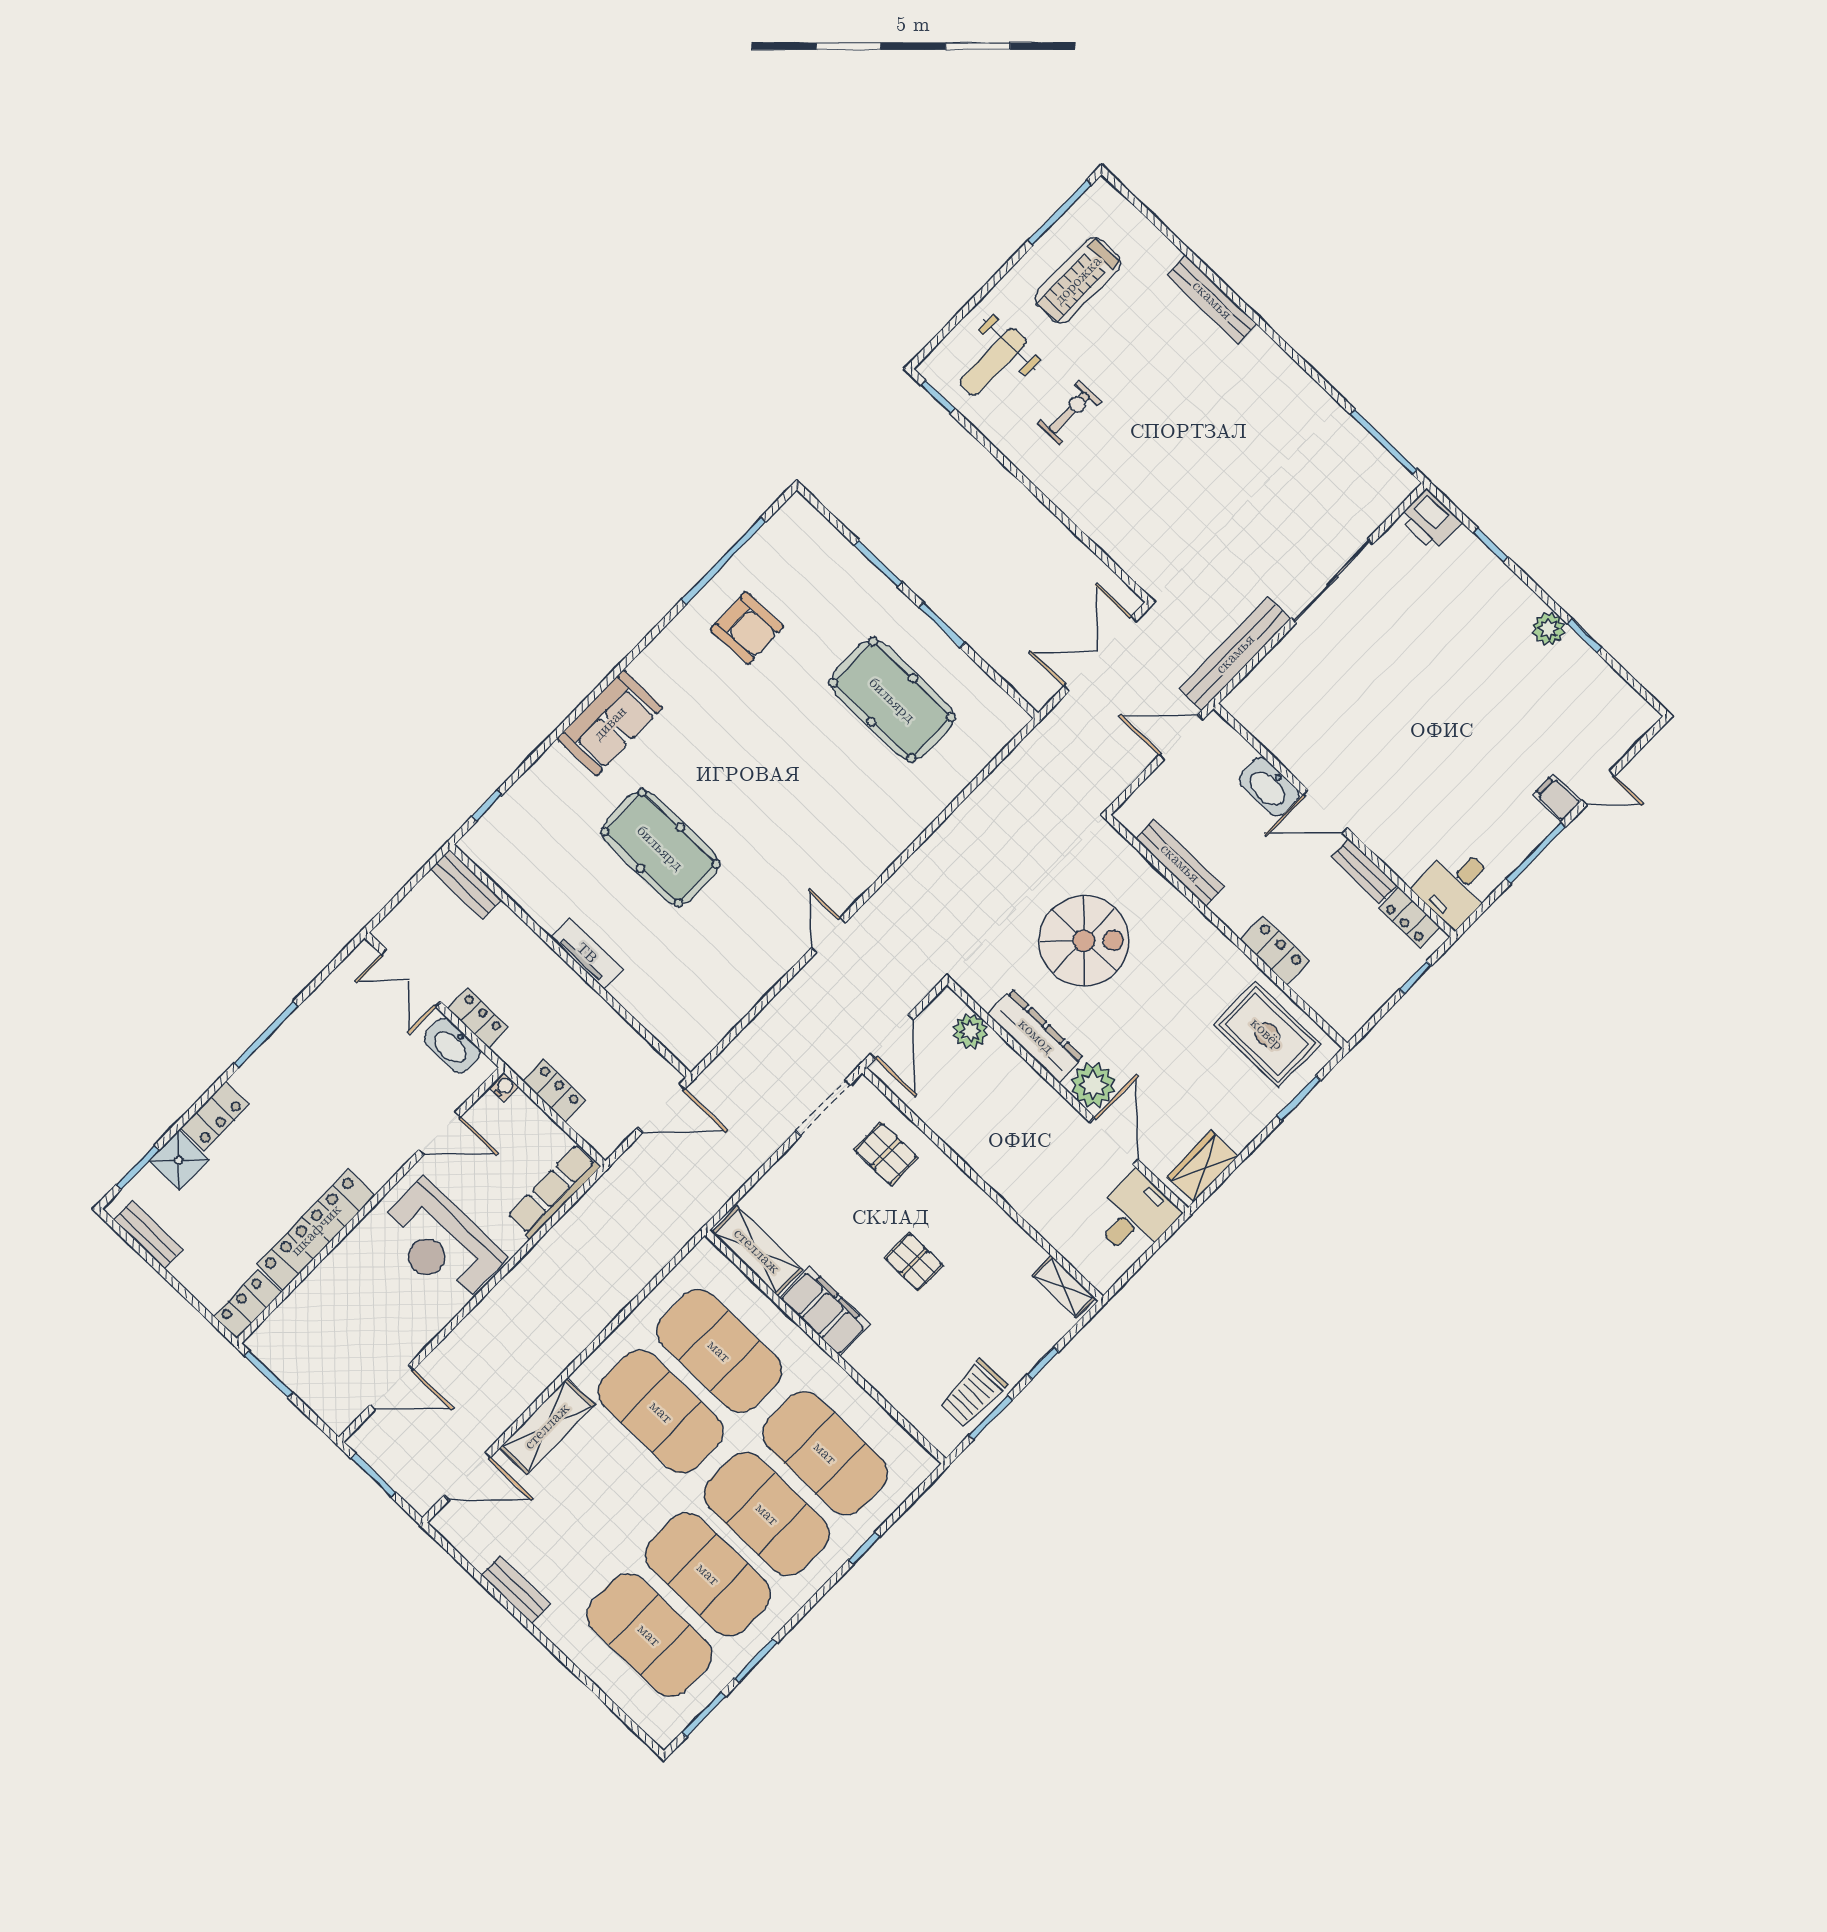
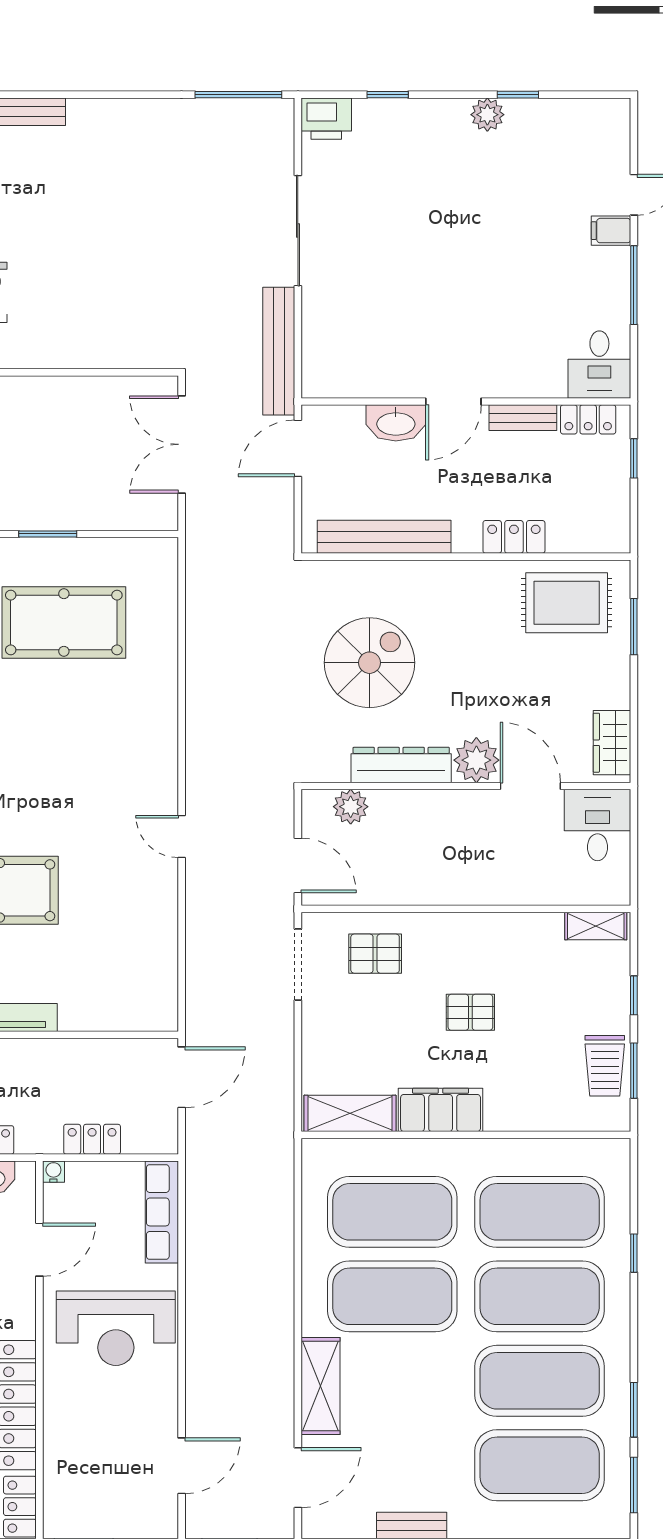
bench: (1180, 863) -> (384, 537), width x1.37, depth x1.21

